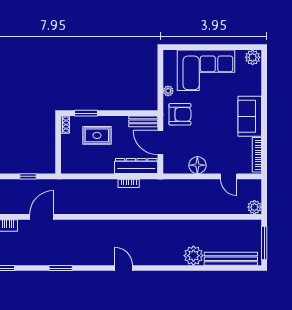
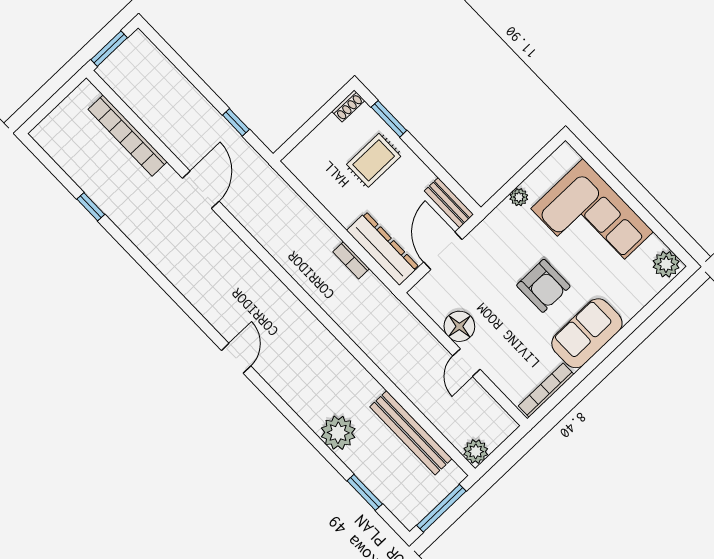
armchair: (180, 114) -> (543, 286), moved
rug: (97, 135) -> (374, 160), turned 90
door: (229, 176) -> (466, 363), moved
door: (42, 217) -> (201, 190), hinge flipped
bench: (231, 259) -> (411, 433), moved
window: (61, 268) -> (365, 492), moved

